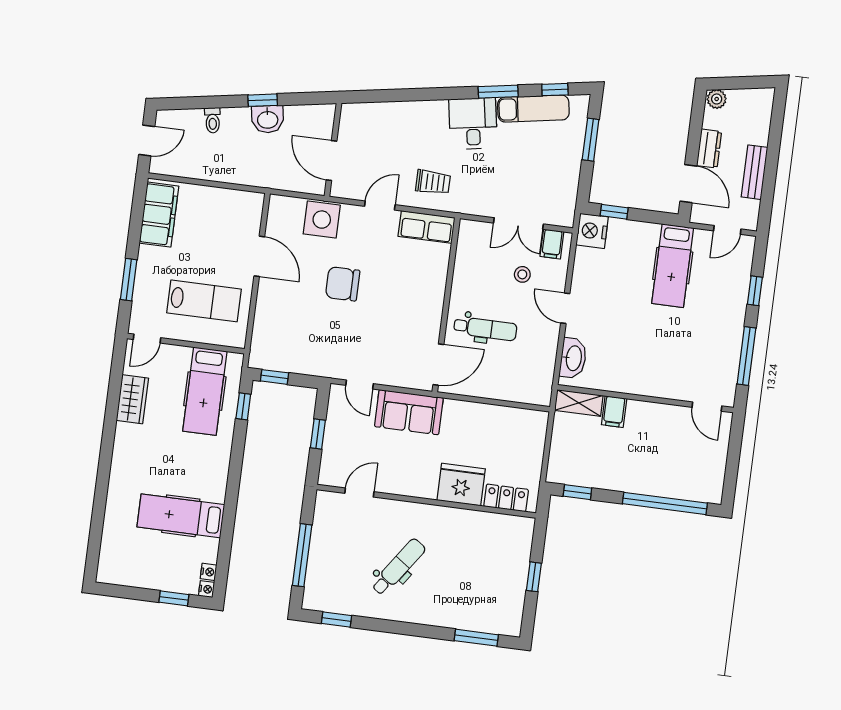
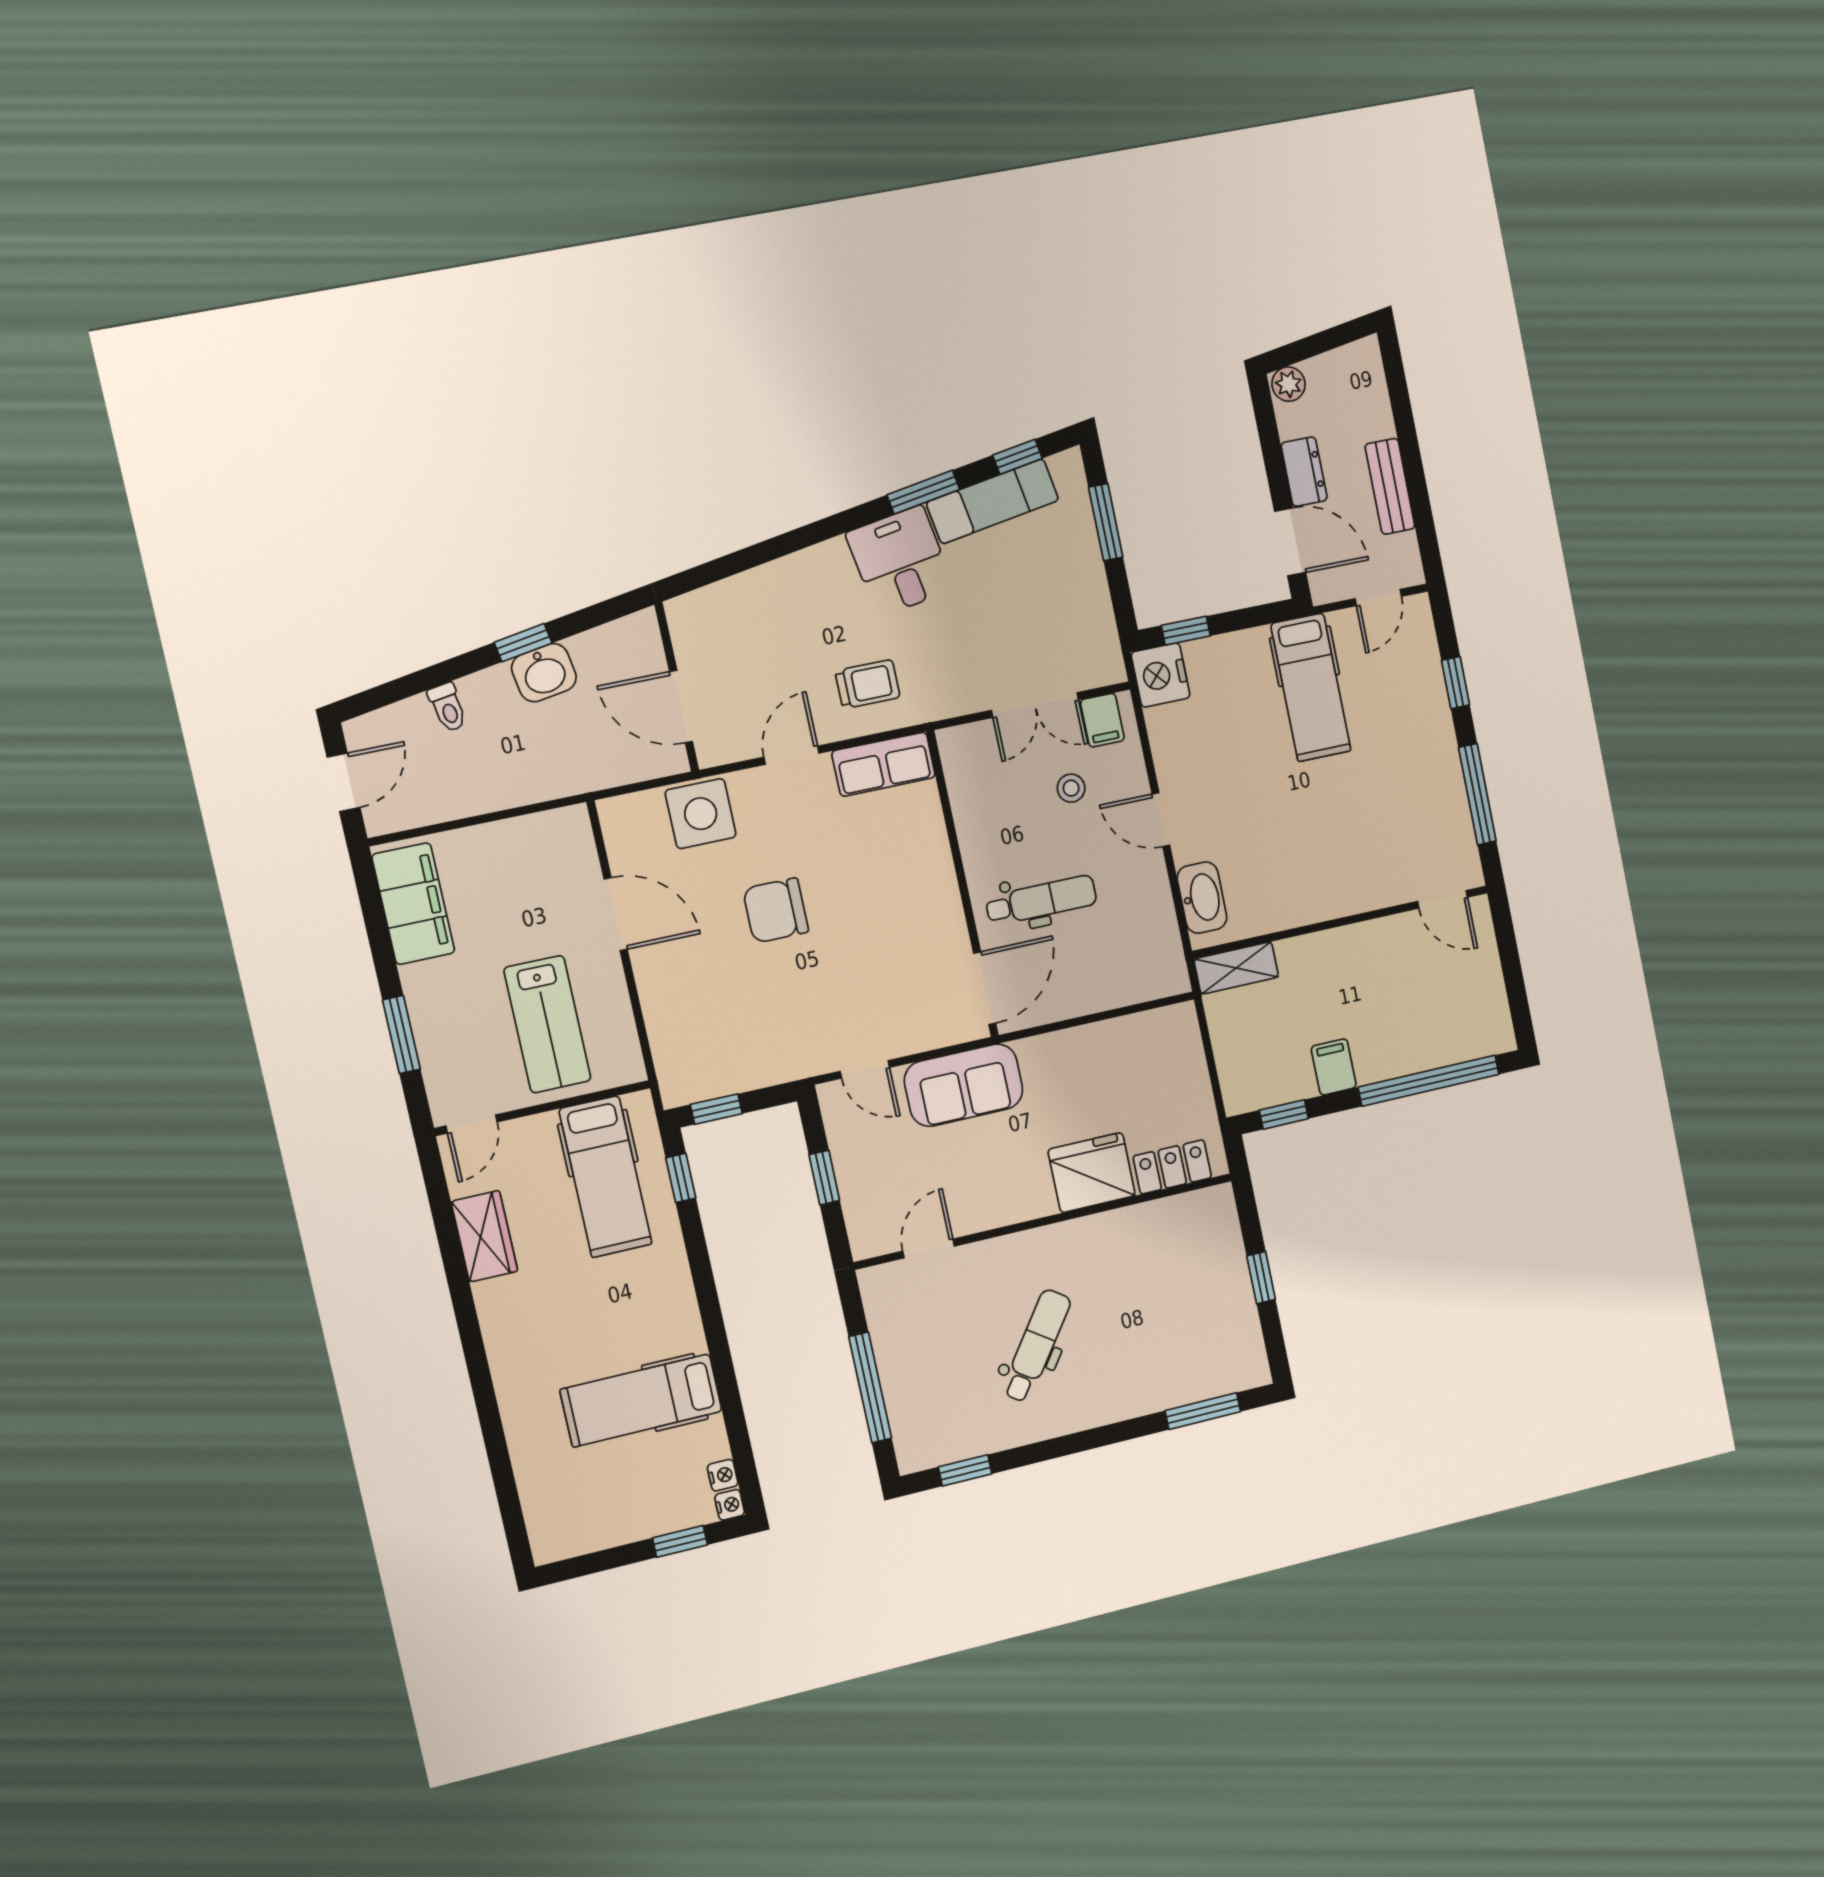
lab bench: (204, 301) -> (547, 1024), turned 90
filing cabinet: (614, 412) -> (1334, 1067), moved, turned 180

